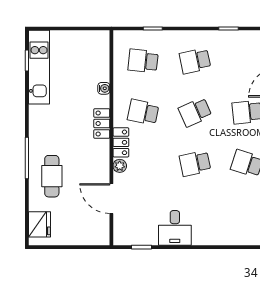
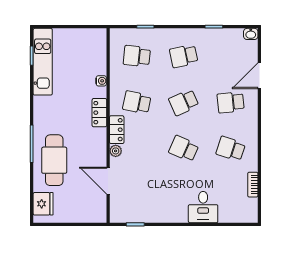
school desk: (195, 163) -> (184, 149), turned 36
cafe table: (52, 176) -> (54, 160), width x1.37, depth x1.35
desk: (175, 228) -> (203, 207), moved

